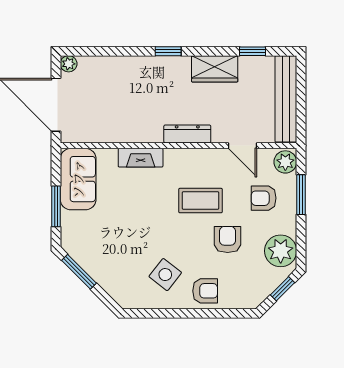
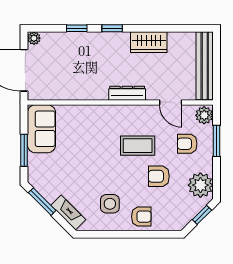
window: (253, 51) -> (77, 28), moved
fireplace: (141, 158) -> (68, 212), moved, turned -135
armchair: (228, 240) -> (159, 176), turned -90
side table: (165, 275) -> (110, 204), turned -38

